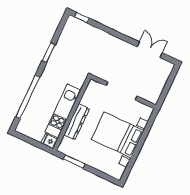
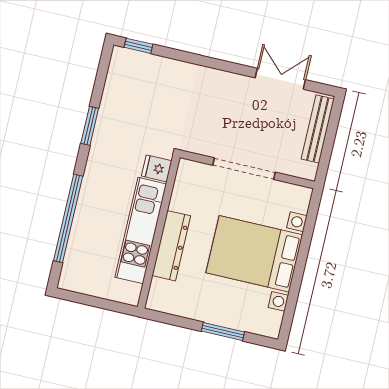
bench: (163, 79) -> (318, 129), added
fridge: (49, 141) -> (157, 168), moved
window: (74, 162) -> (223, 332), moved

